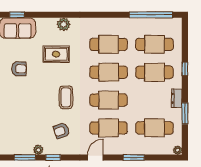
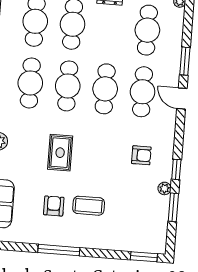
rug: (56, 54) -> (60, 153), moved
coffee table: (66, 97) -> (89, 206), moved
armchair: (62, 131) -> (141, 155), turned -70
door: (95, 157) -> (182, 99), moved

